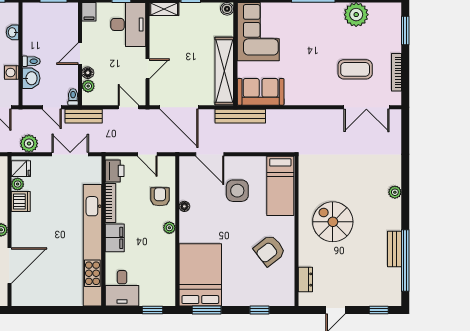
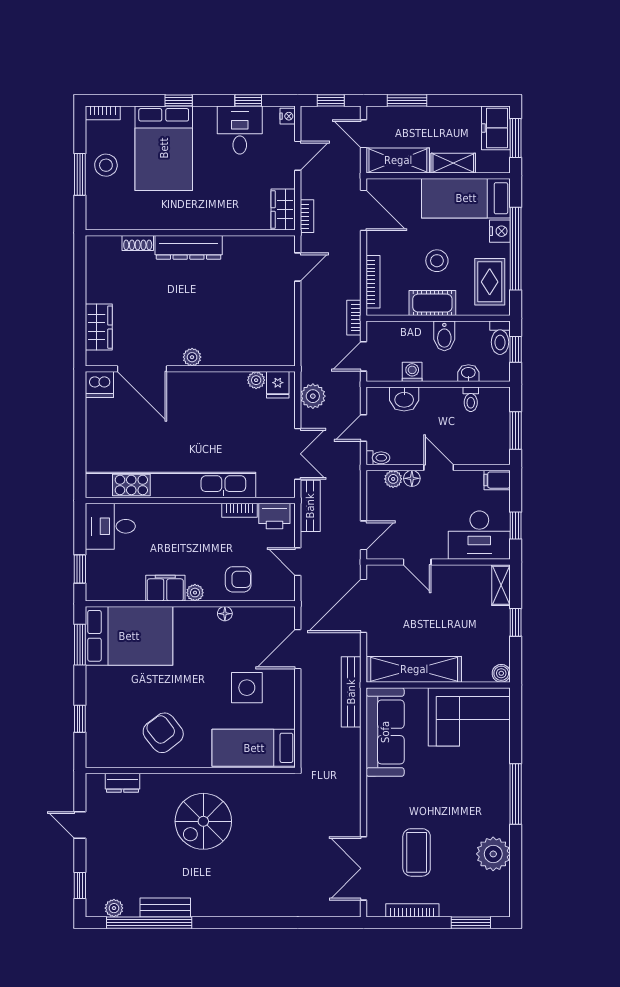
toilet: (31, 61) -> (471, 399), moved
sofa: (261, 92) -> (385, 732), width x1.36
bench: (84, 116) -> (310, 506), moved
door: (147, 154) -> (298, 562), hinge flipped
plant: (395, 192) -> (114, 908), moved
dishwasher: (21, 202) -> (99, 385), moved
bookcase: (111, 203) -> (240, 510), width x0.64
spiral stairs: (333, 222) -> (203, 821), turned 180
filing cabinet: (115, 238) -> (165, 588), moved, turned 180

